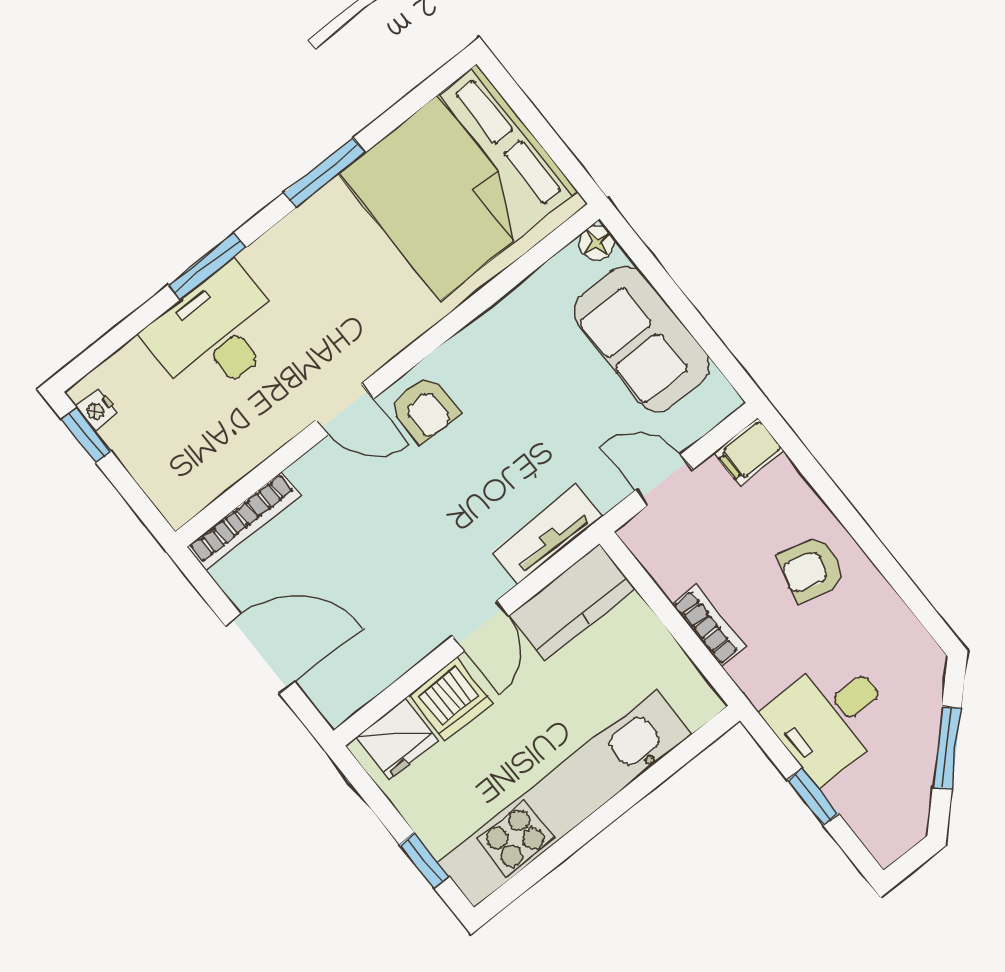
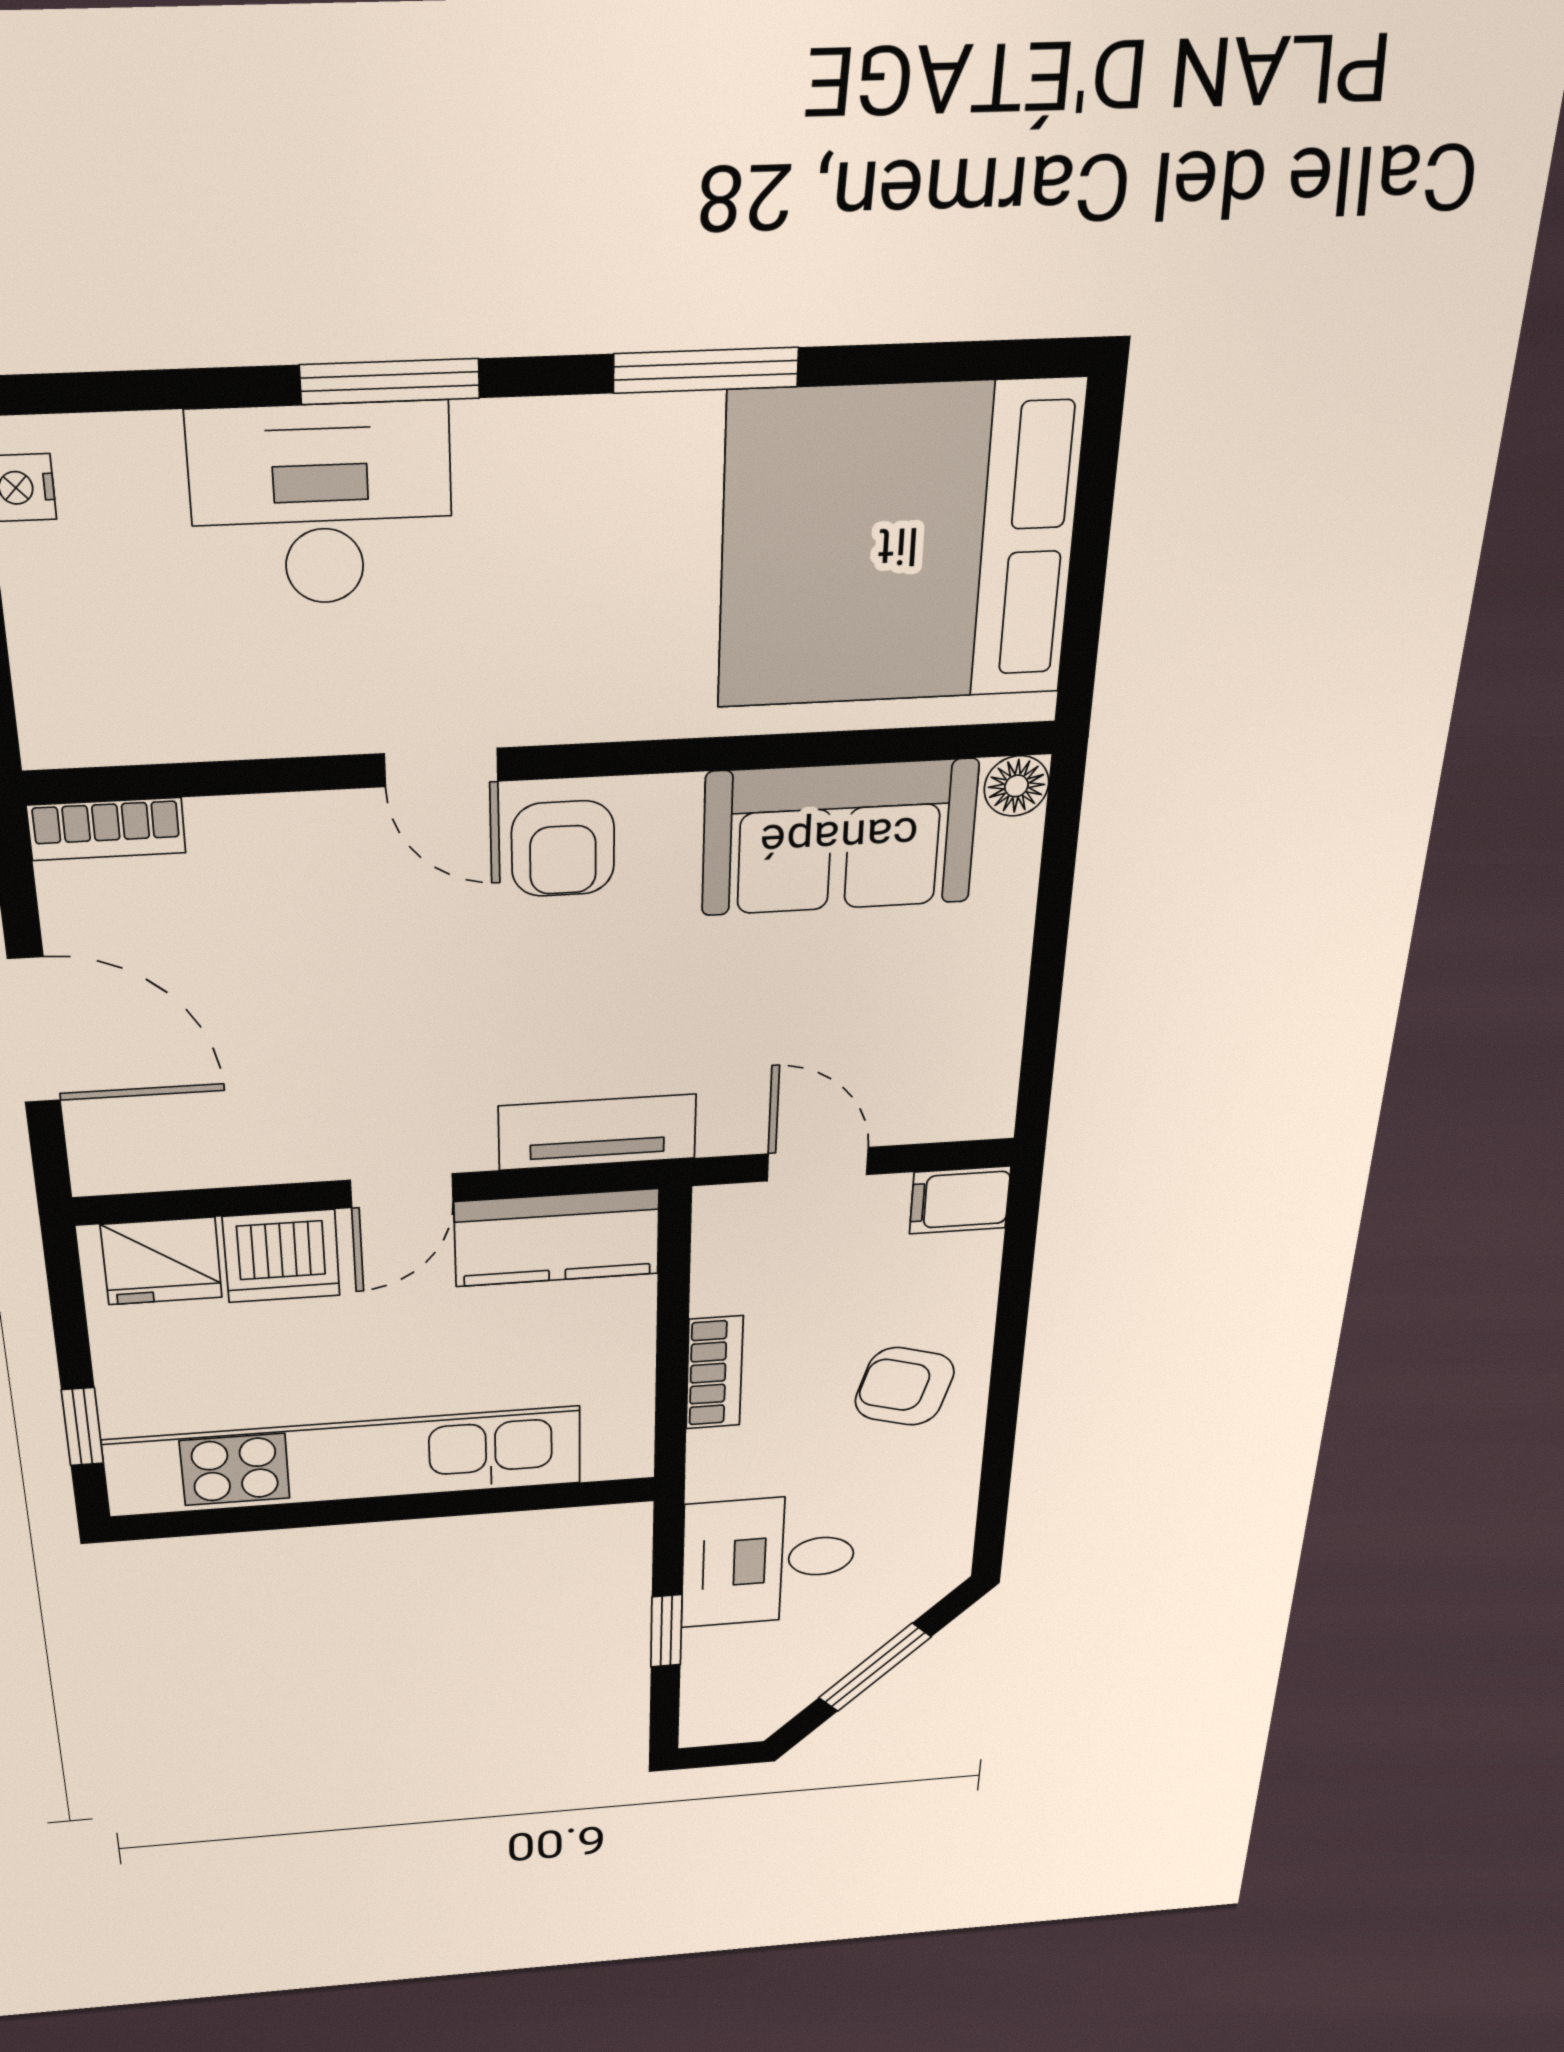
sofa: (642, 339) -> (839, 837), moved, turned -90
bookcase: (244, 521) -> (106, 829), width x0.64

